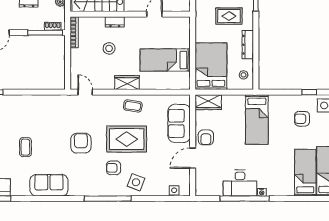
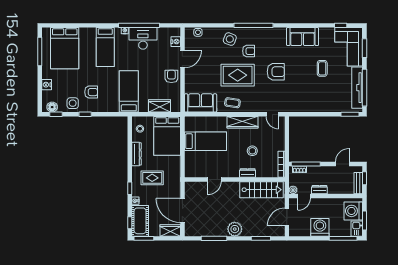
wardrobe: (127, 83) -> (242, 122), width x1.50
wardrobe: (208, 102) -> (159, 106), moved
sofa: (179, 123) -> (201, 103), moved, turned -90
armchair: (81, 143) -> (276, 72), turned -90
bed: (305, 173) -> (105, 47), moved
nightstand: (201, 179) -> (176, 42), added

